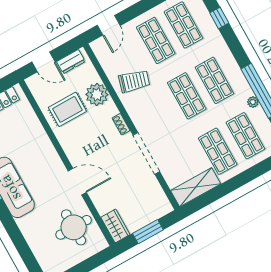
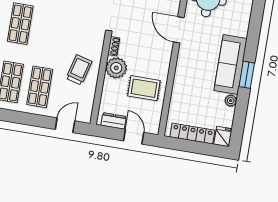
trolley: (134, 81) -> (79, 70), turned 89
plant: (97, 94) -> (116, 68), moved
shop shelf: (187, 96) -> (49, 29), removed

